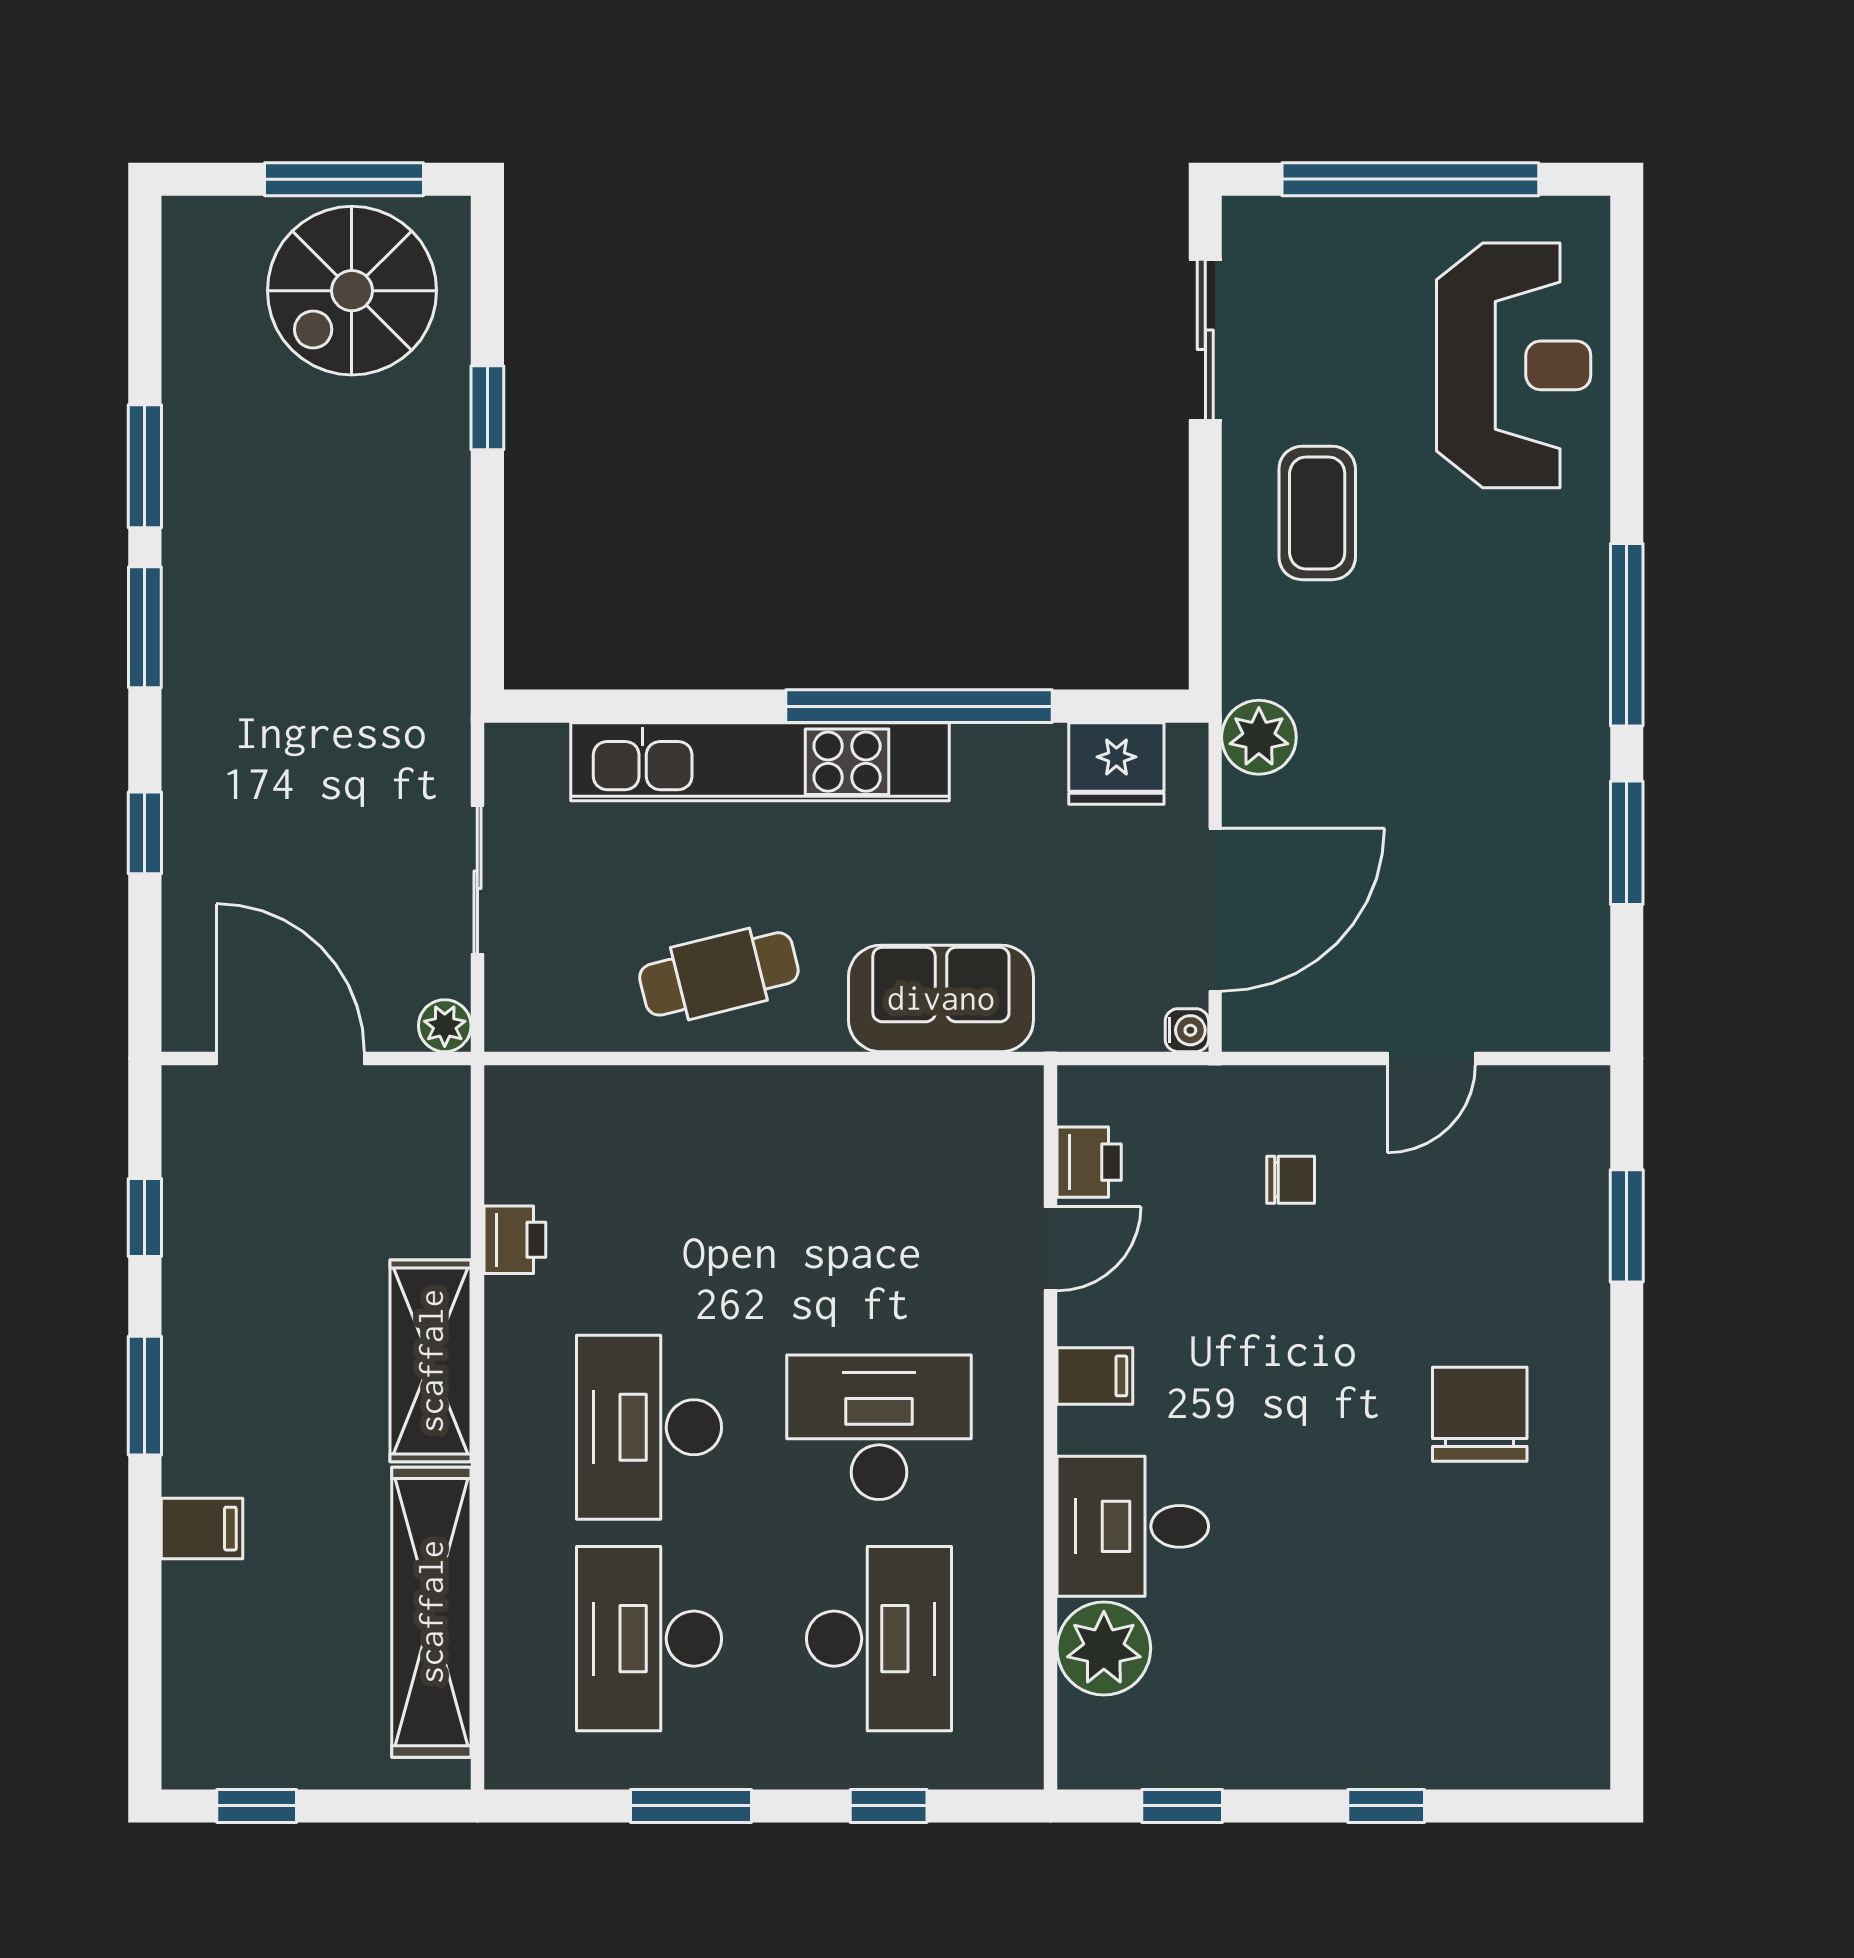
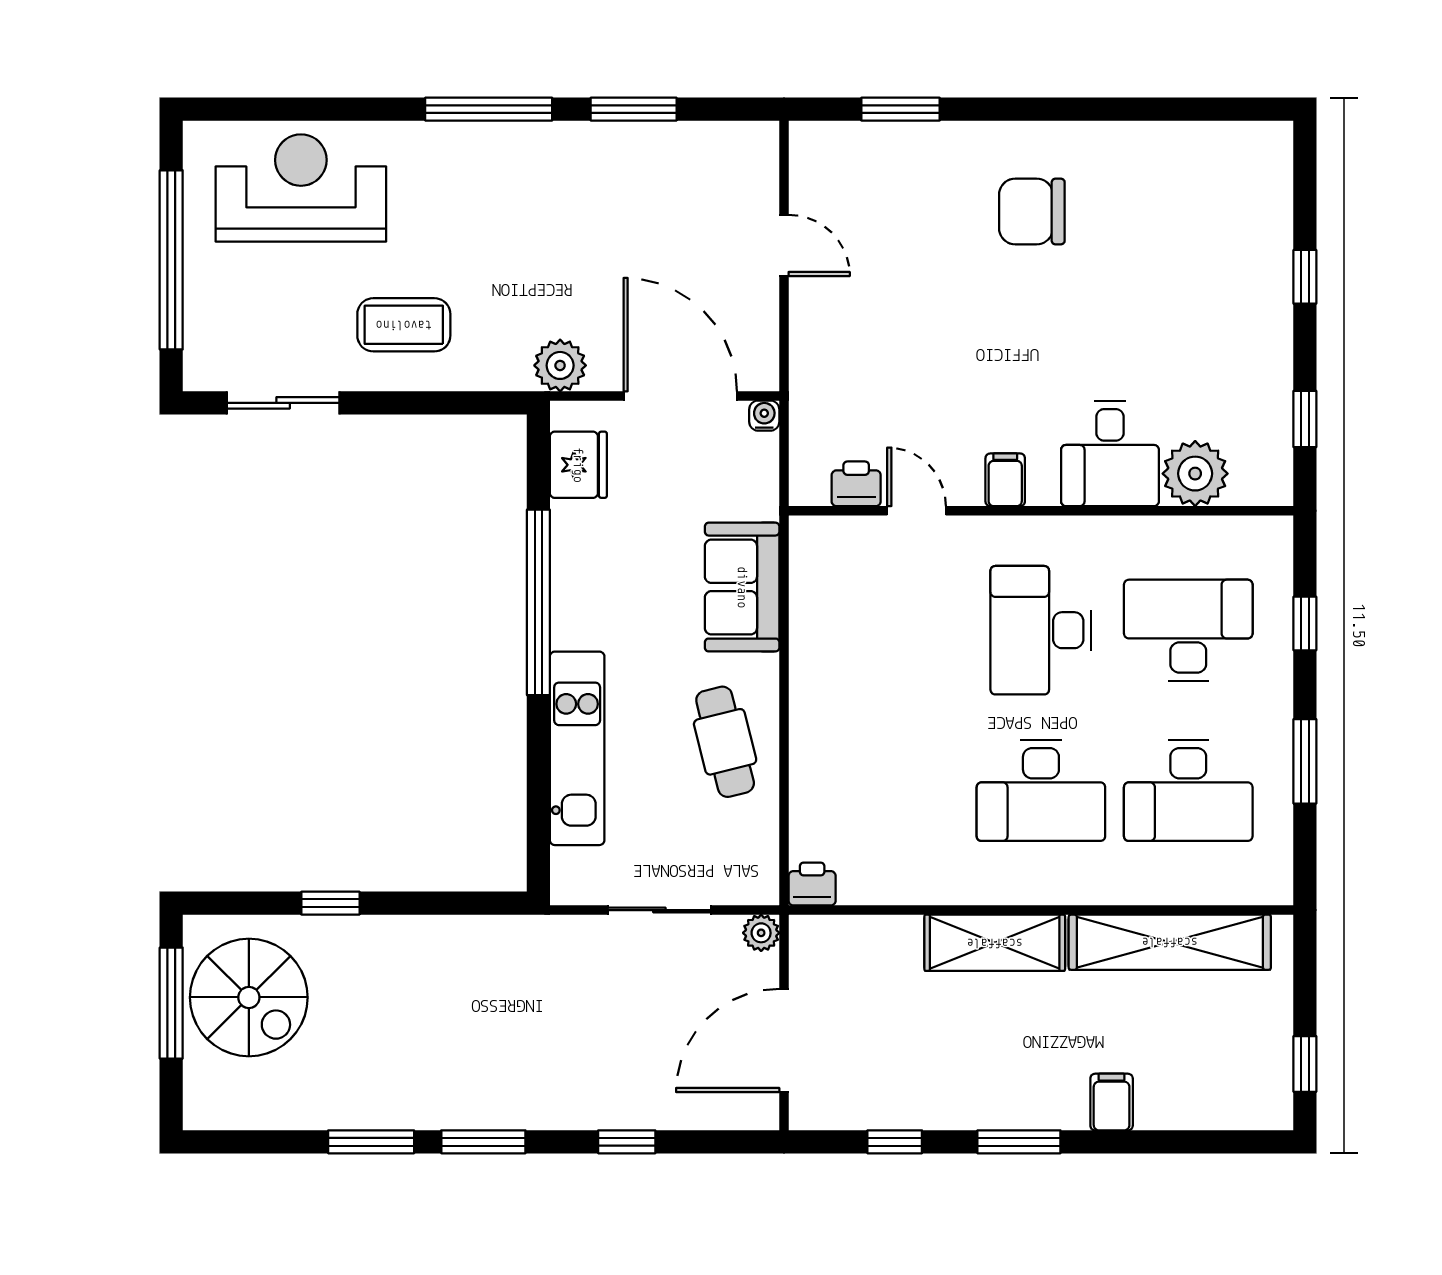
kitchen unit: (760, 762) -> (577, 748), width x0.73
chair: (1291, 1180) -> (868, 343), removed
printer: (515, 1240) -> (812, 884), moved

